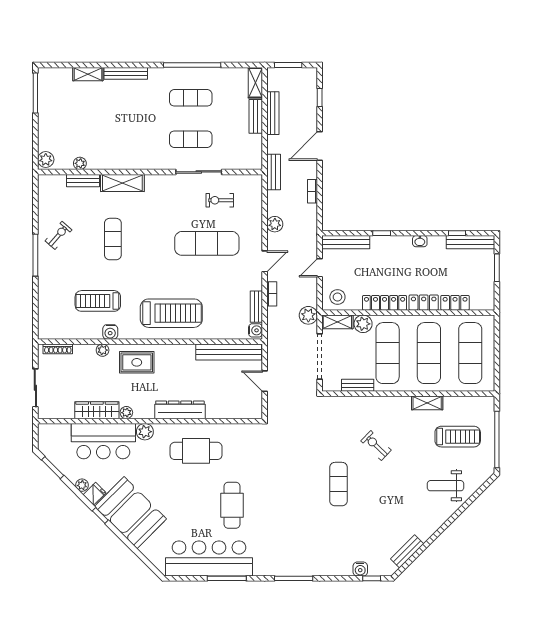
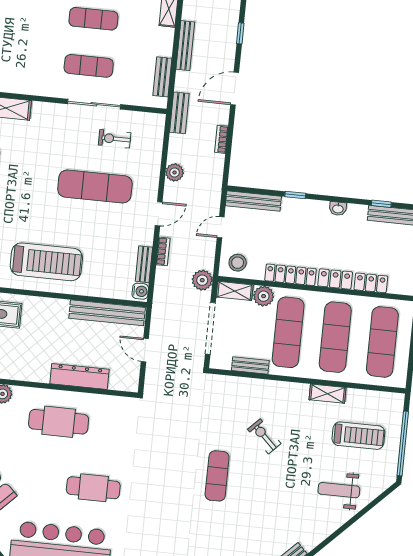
bench: (256, 116) -> (162, 77), moved
dresser: (180, 410) -> (80, 376), moved
cafe table: (232, 505) -> (93, 488), turned 90

